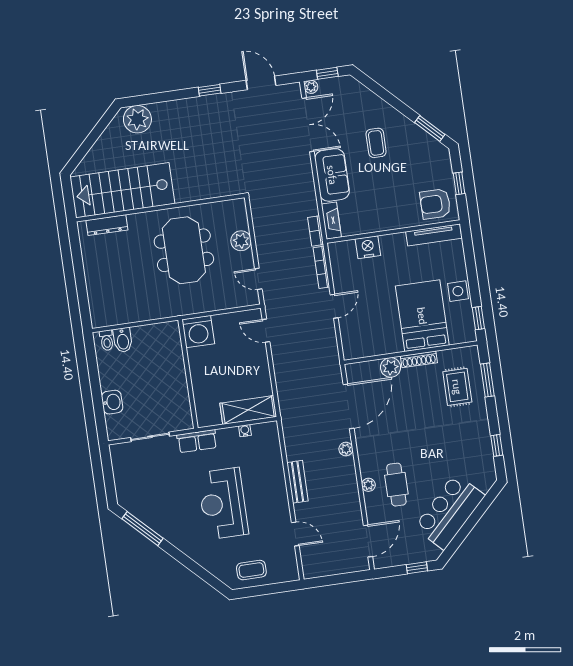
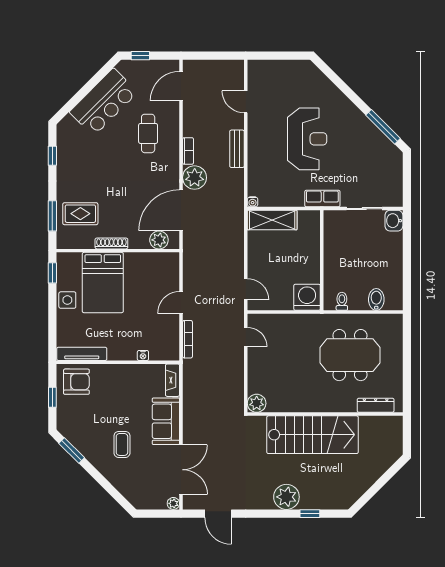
window: (327, 73) -> (157, 514), removed
window: (210, 90) -> (310, 514), moved
plant: (137, 119) -> (286, 497), moved
double door: (308, 125) -> (181, 470), swing flipped
stairs: (122, 190) -> (312, 435), moved
bookcase: (316, 231) -> (188, 151), moved
plant: (241, 241) -> (257, 403), moved
nightstand: (368, 247) -> (143, 355), width x0.53, depth x0.56
meeting table: (184, 250) -> (350, 355), moved, turned 90
toilet: (107, 340) -> (342, 301), moved
plant: (391, 367) -> (159, 240), moved
rug: (457, 387) -> (80, 214), turned 90
washbasin: (112, 402) -> (394, 221), moved
water cooler: (245, 431) -> (253, 202), moved
plant: (346, 449) -> (195, 178), width x1.88, depth x1.88
plant: (368, 485) -> (173, 137), removed
coffee table: (251, 570) -> (290, 75), removed

